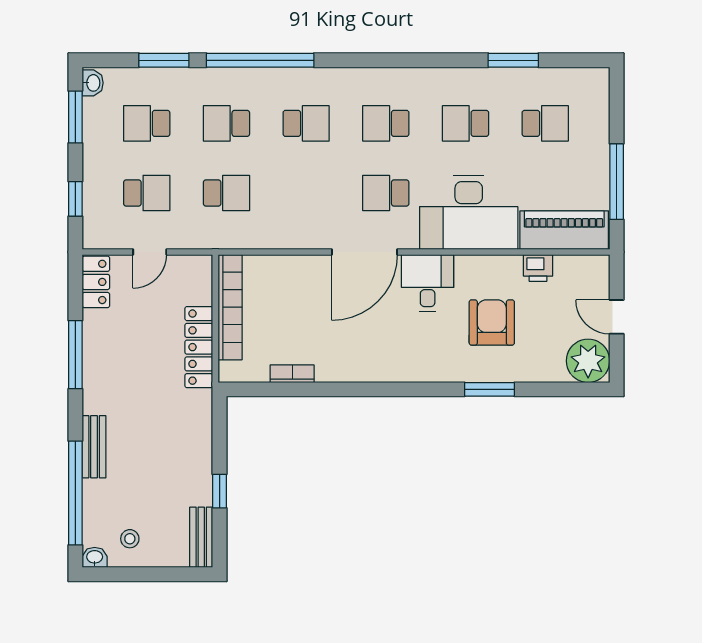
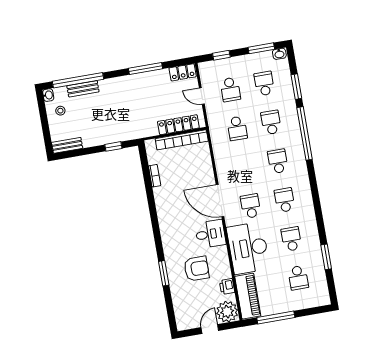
school desk: (306, 123) -> (278, 161), turned 180
locker: (199, 347) -> (178, 125), moved
plant: (588, 361) -> (227, 312), moved
bench: (94, 447) -> (83, 89), moved
window: (220, 491) -> (113, 146), moved

